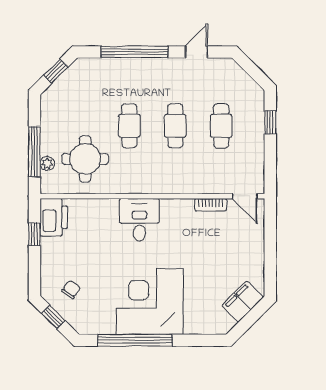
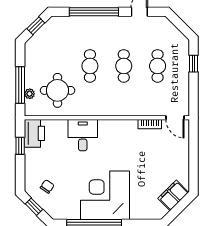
desk: (139, 220) -> (83, 135), moved

